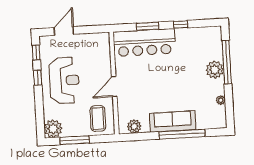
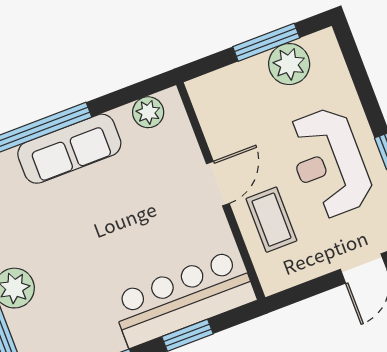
coffee table: (98, 119) -> (271, 220), moved
plant: (53, 129) -> (289, 64), moved

